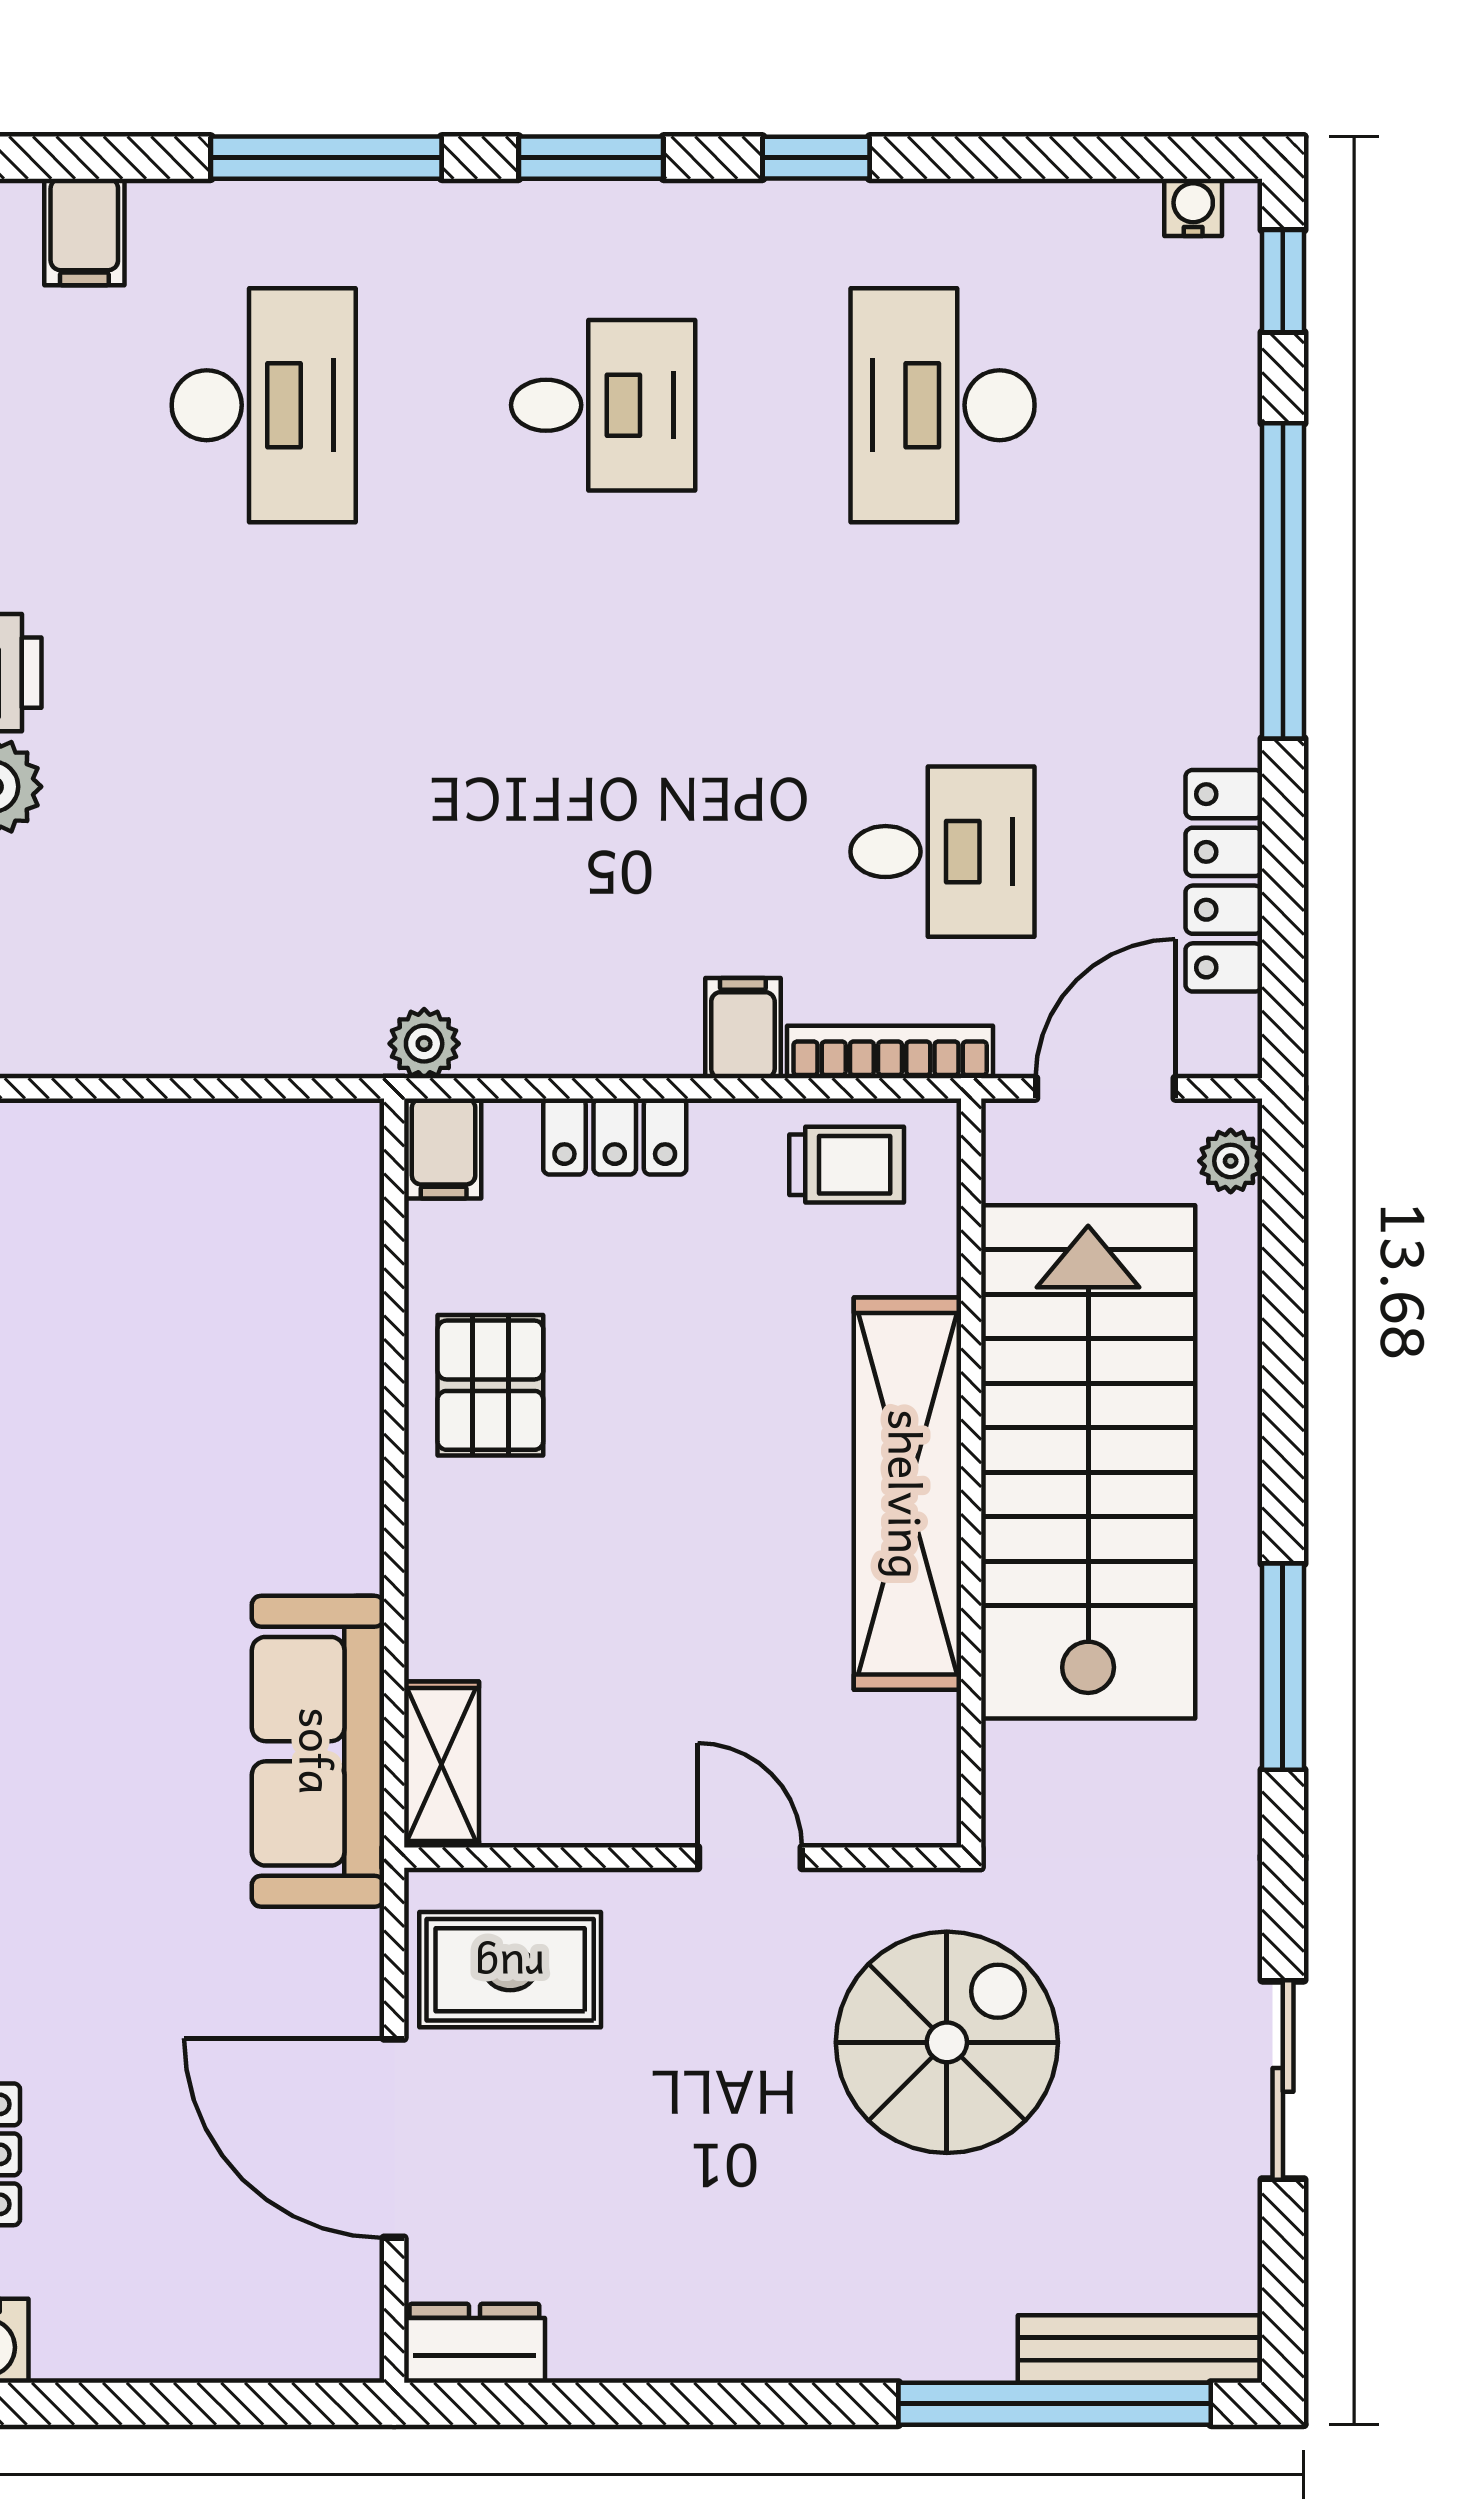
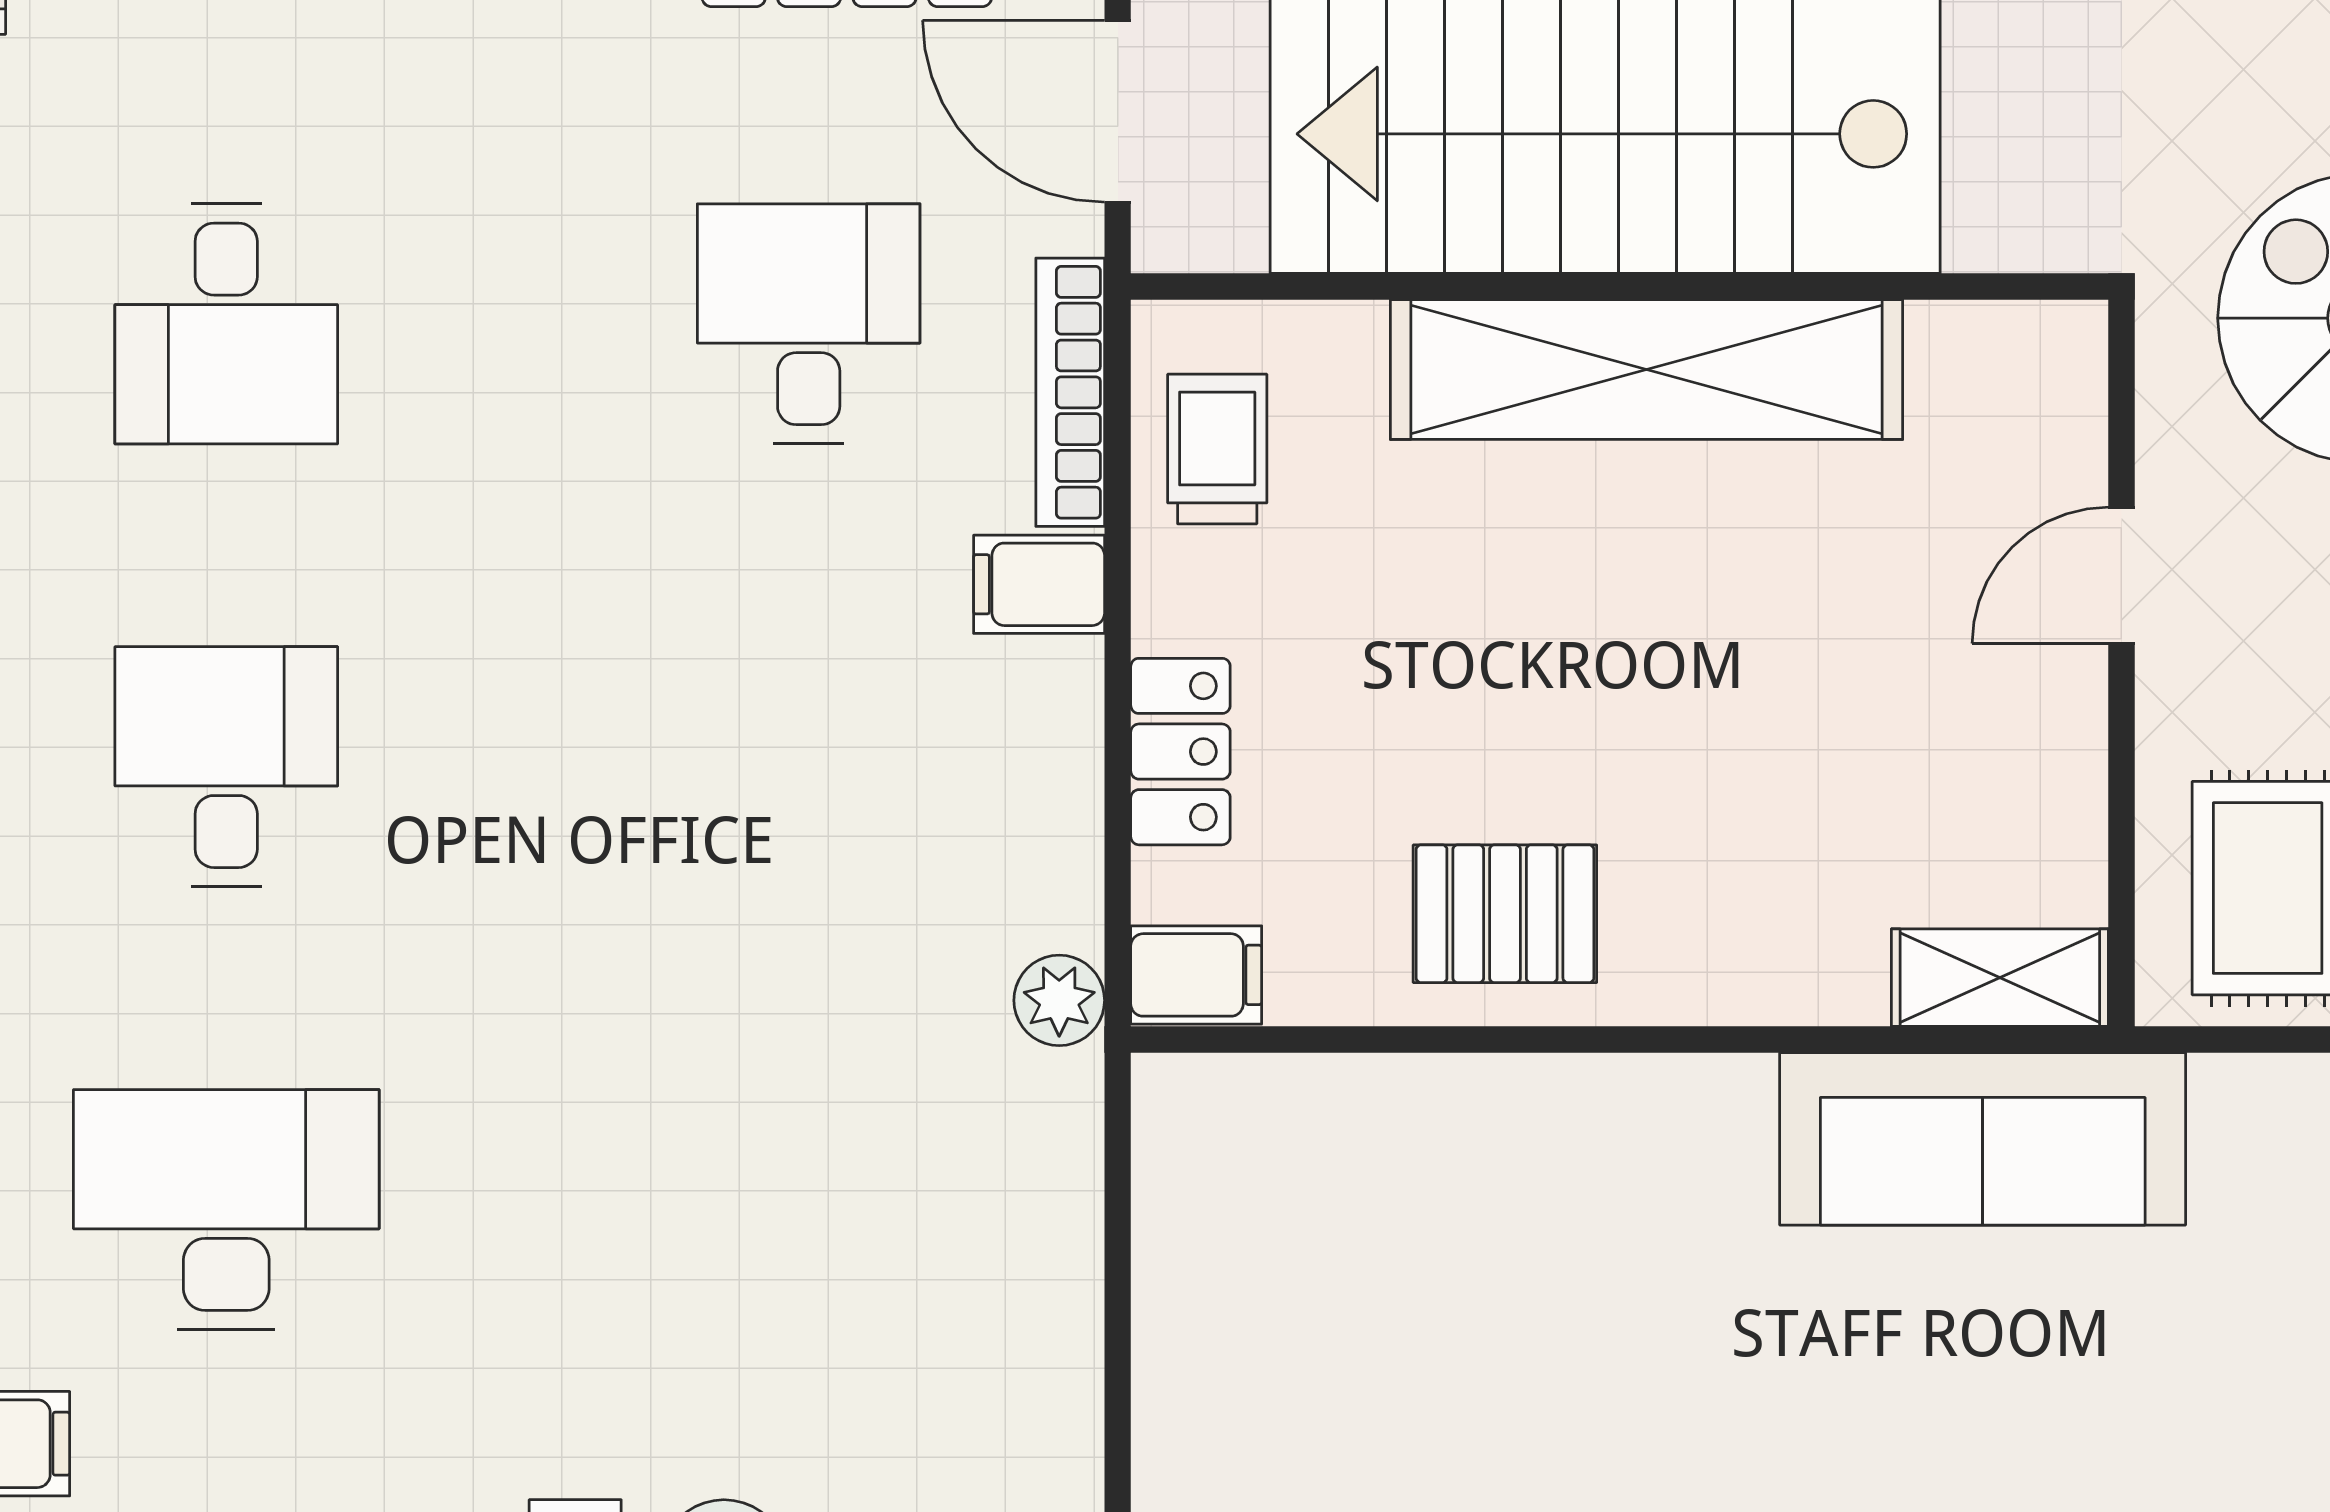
desk: (943, 405) -> (226, 324), width x0.73

